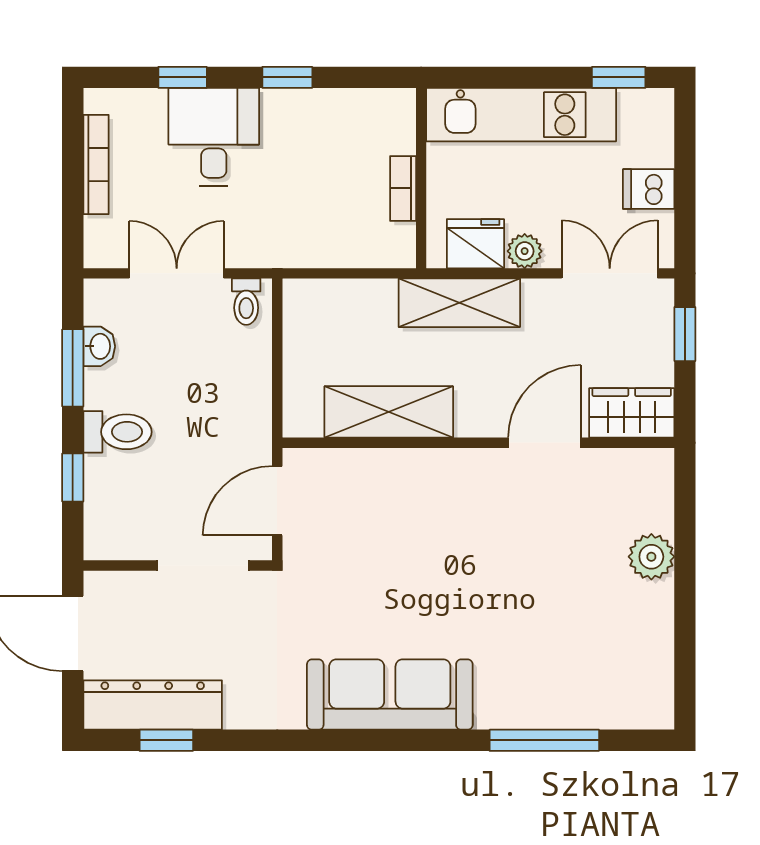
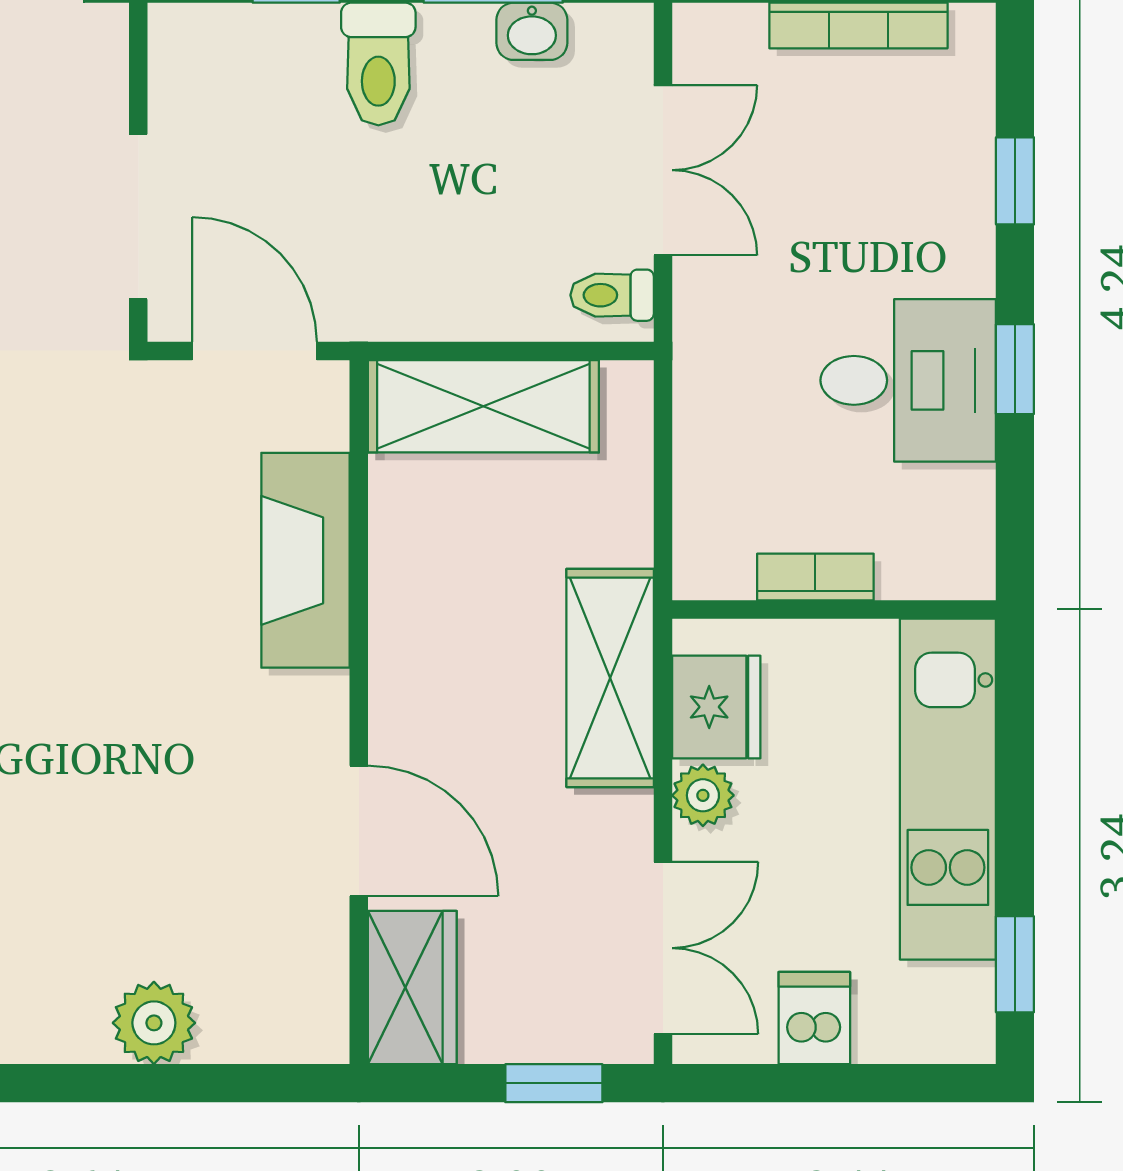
desk: (214, 137) -> (908, 380), moved
shelving: (389, 412) -> (483, 406), moved, turned 90
fireplace: (394, 472) -> (305, 560), added

